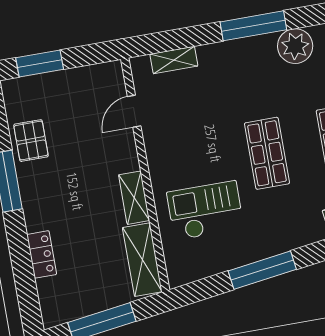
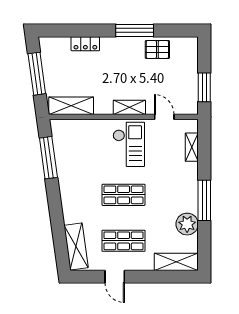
window: (40, 64) -> (204, 87), moved
shelving: (134, 198) -> (129, 107), moved
checkout: (205, 211) -> (129, 144), moved
window: (262, 270) -> (48, 158), moved

